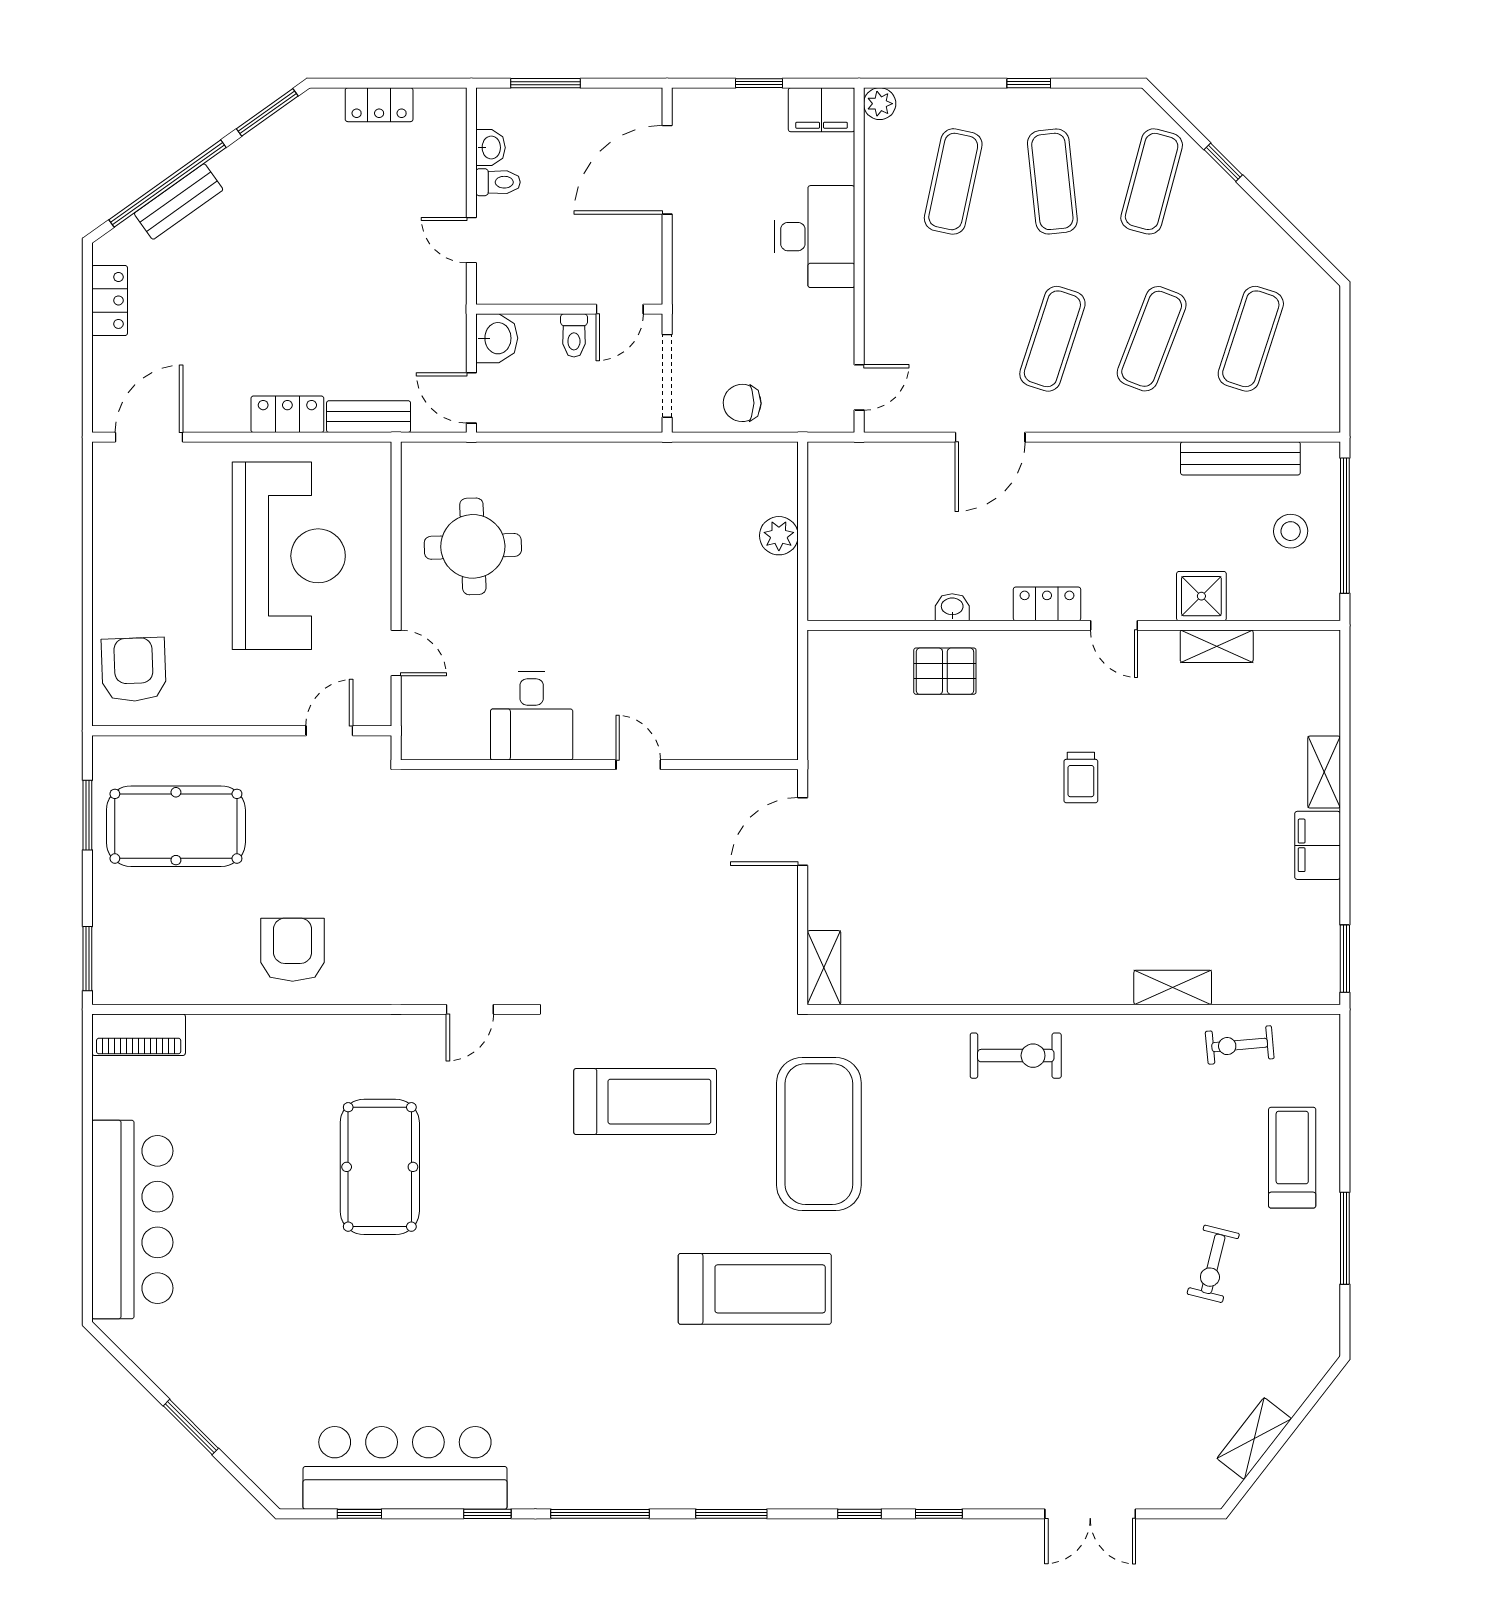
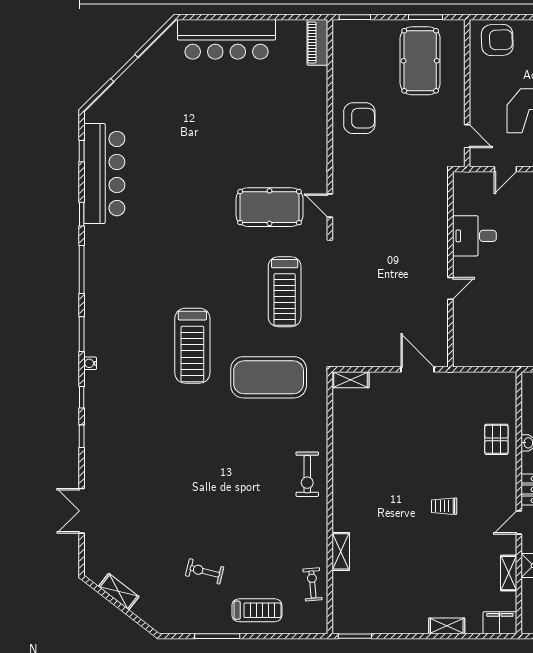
filing cabinet: (1318, 845) -> (500, 623), moved
pool table: (380, 1167) -> (270, 207), moved
water cooler: (790, 1497) -> (90, 363), added

